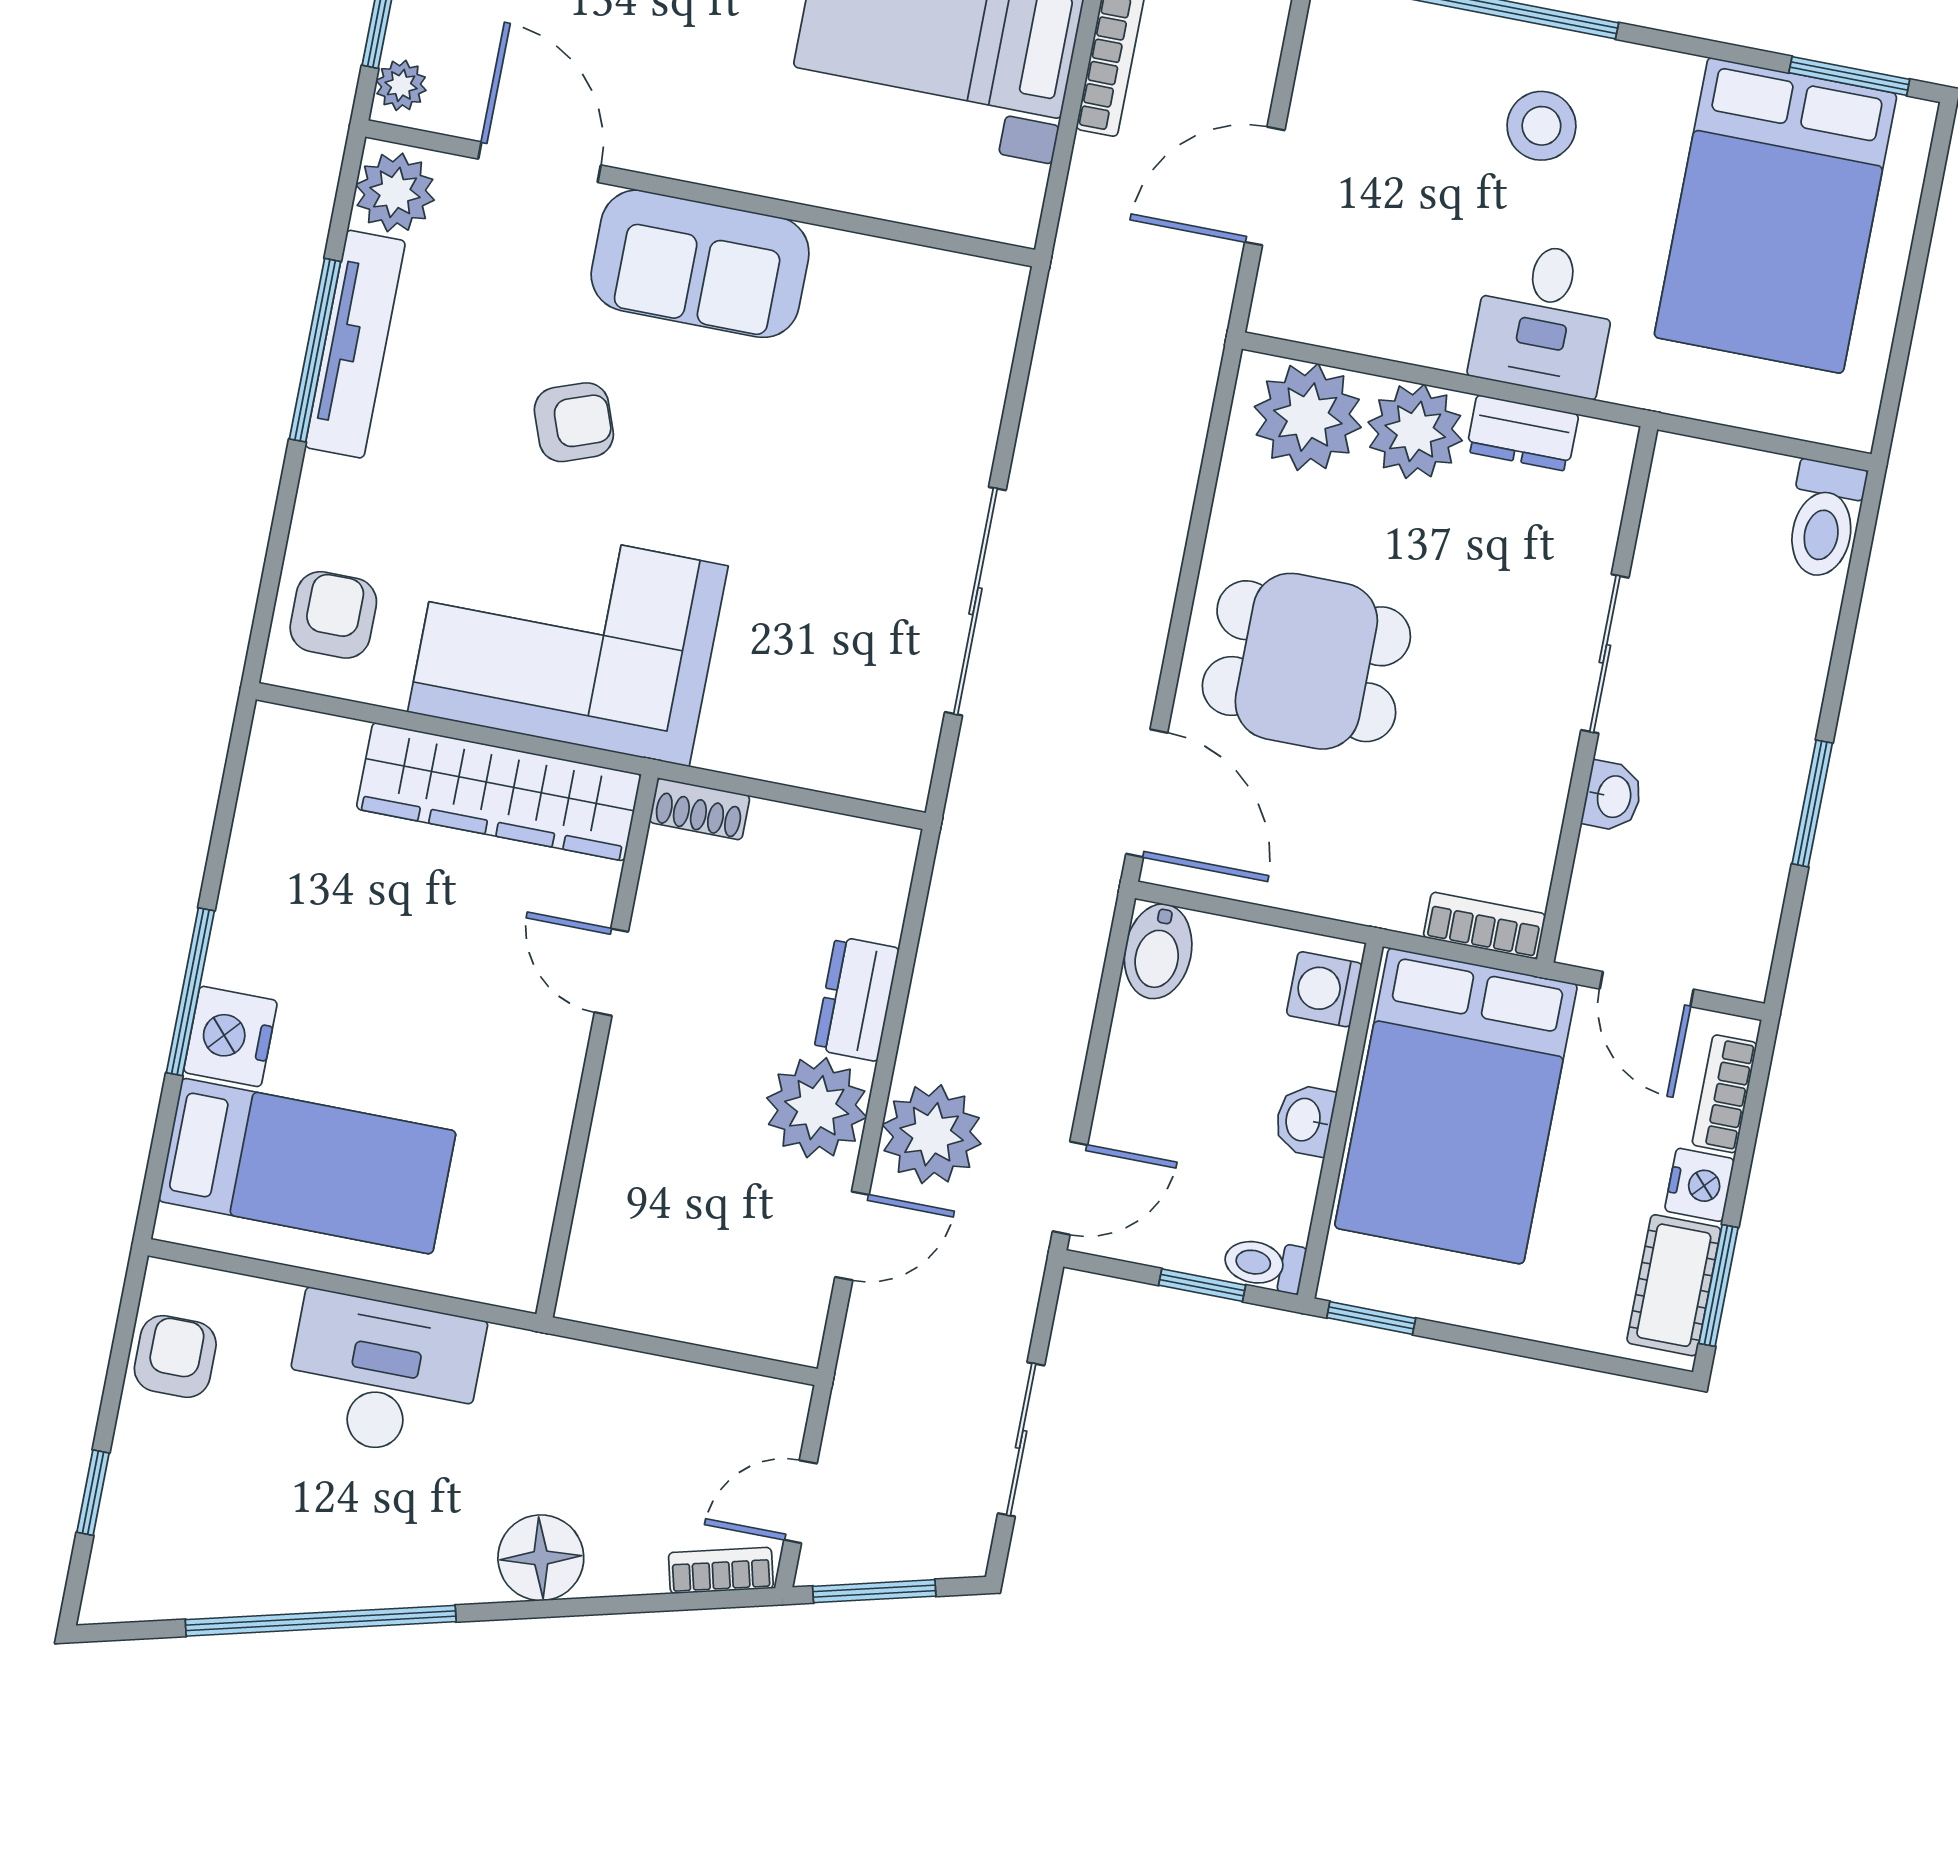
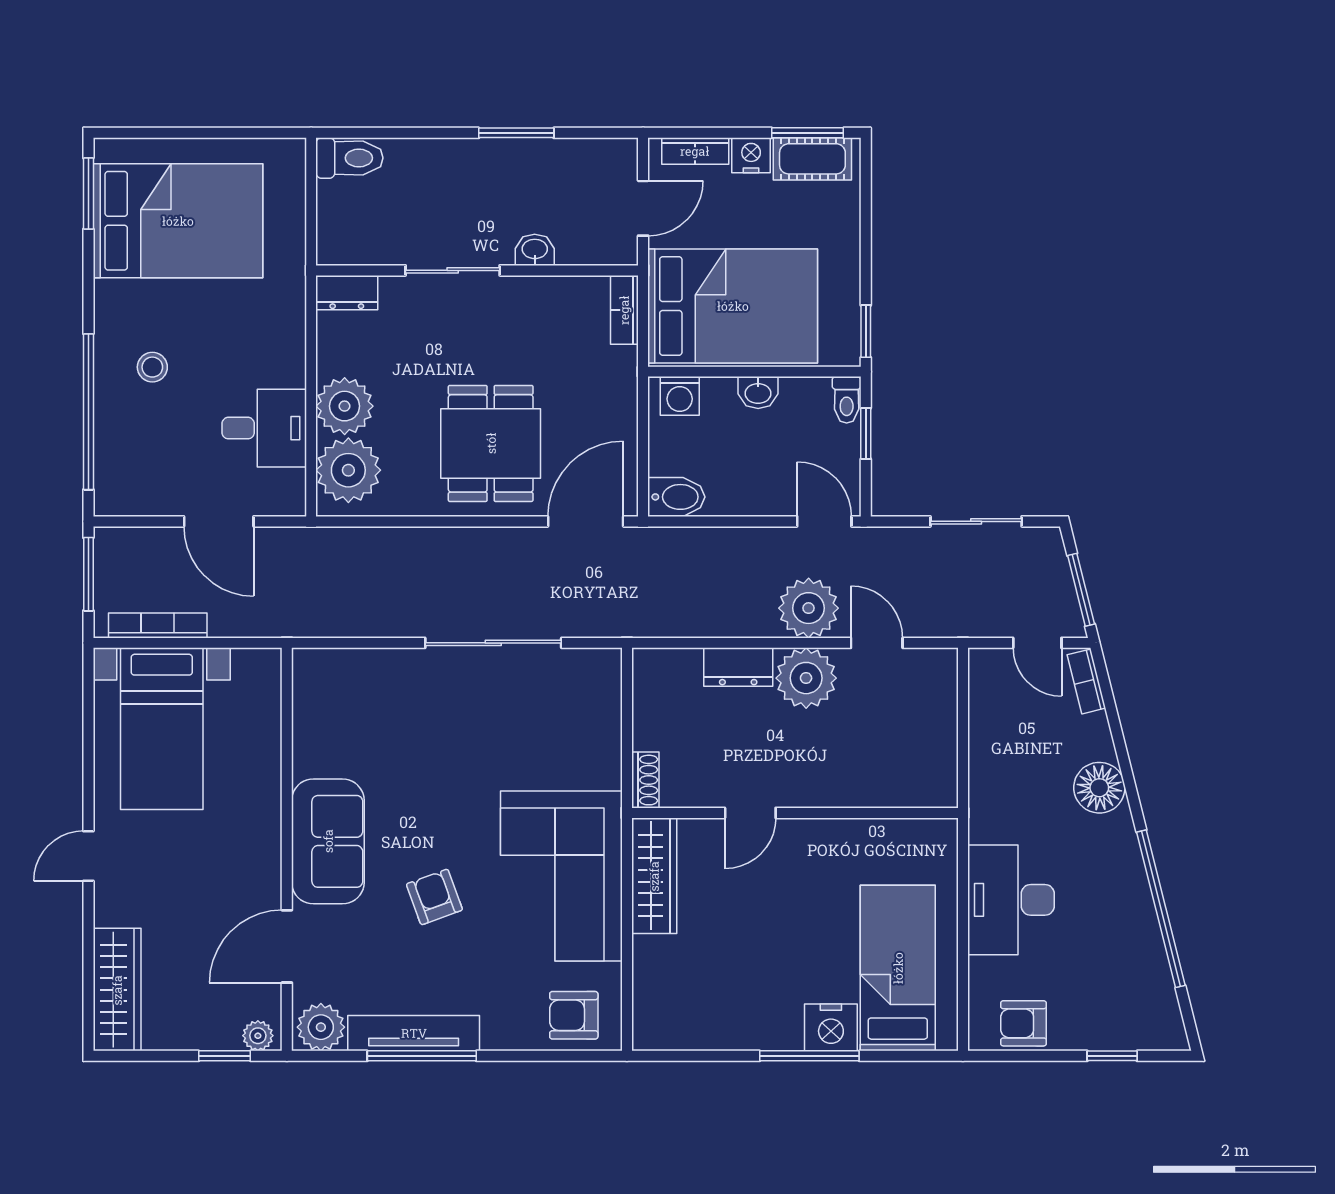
stool: (1541, 126) -> (152, 367), width x0.73, depth x0.73
desk: (1544, 318) -> (264, 428), moved
dresser: (1522, 433) -> (347, 293), moved, turned 90
wardrobe: (499, 792) -> (654, 876), width x0.71, depth x0.85

